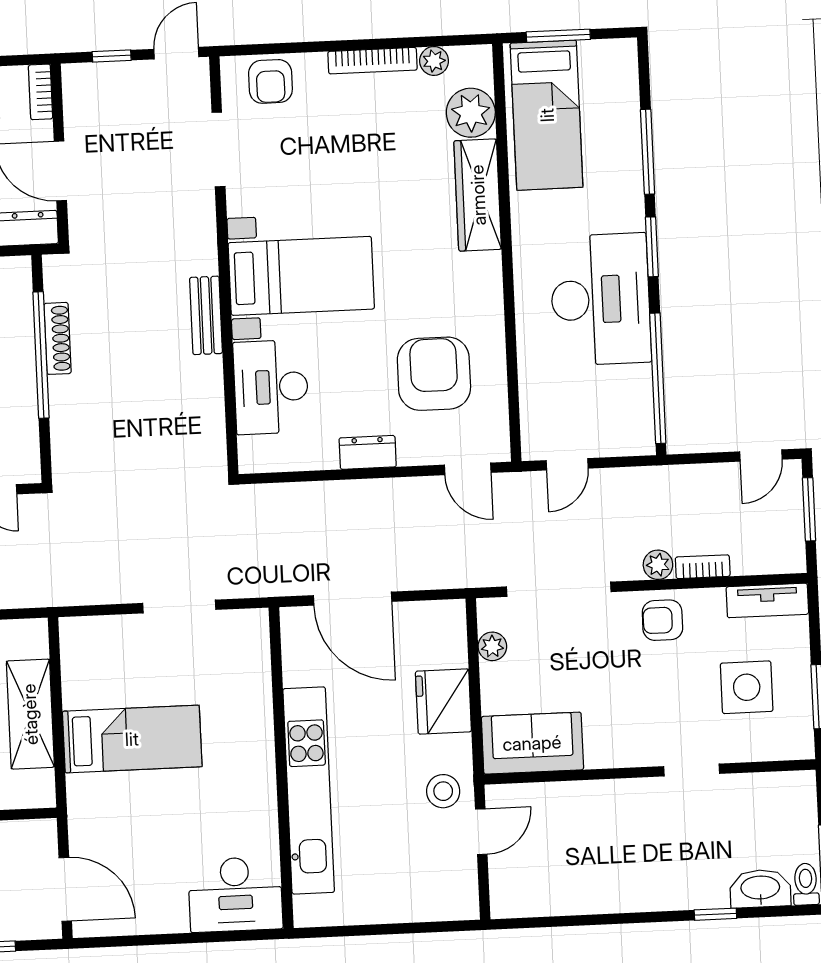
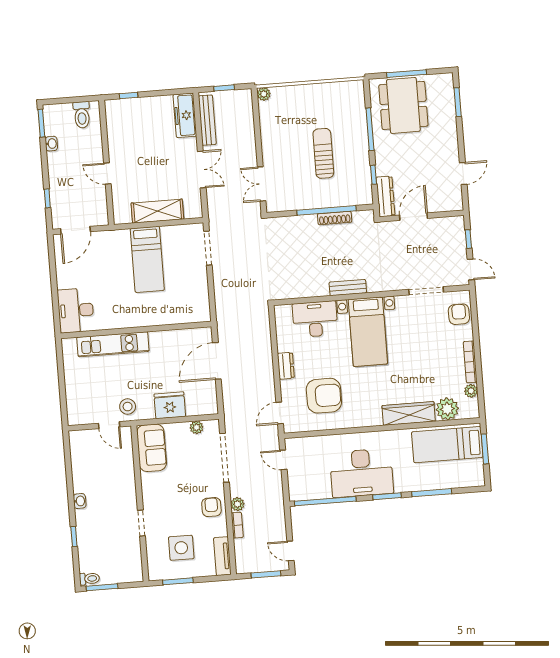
armchair: (270, 81) -> (459, 314), turned 90
bookcase: (41, 92) -> (450, 206), removed
doorway: (179, 606) -> (208, 248), moved
kitchen unit: (309, 790) -> (113, 344), width x0.73
washbasin: (760, 889) -> (80, 501), moved, width x0.52, depth x0.69

